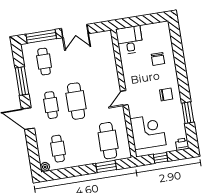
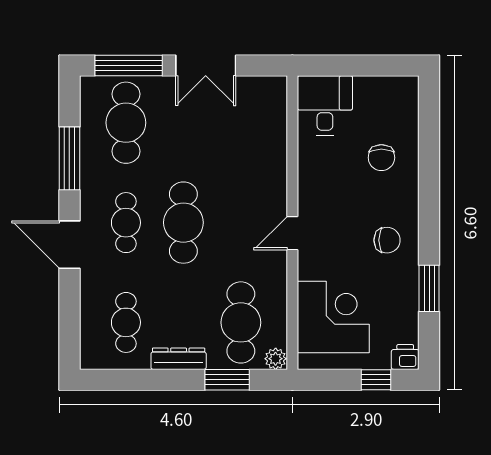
cafe table: (44, 62) -> (126, 123), width x1.37, depth x1.35
window: (161, 158) -> (376, 380), moved
dresser: (83, 161) -> (179, 359), added
plant: (45, 167) -> (276, 359), moved

